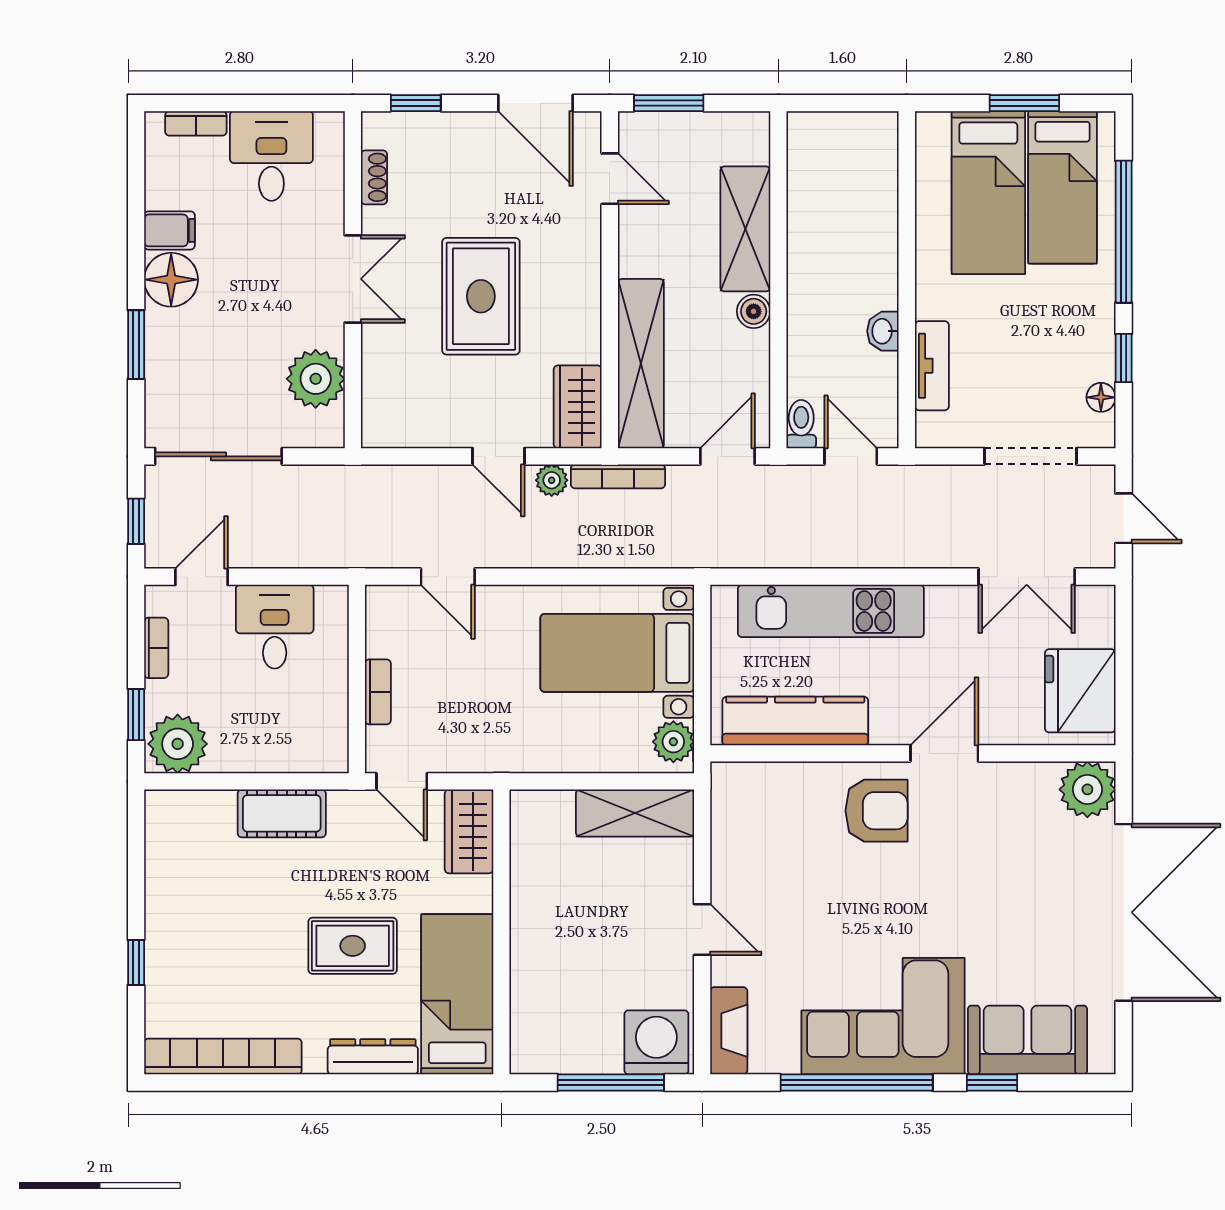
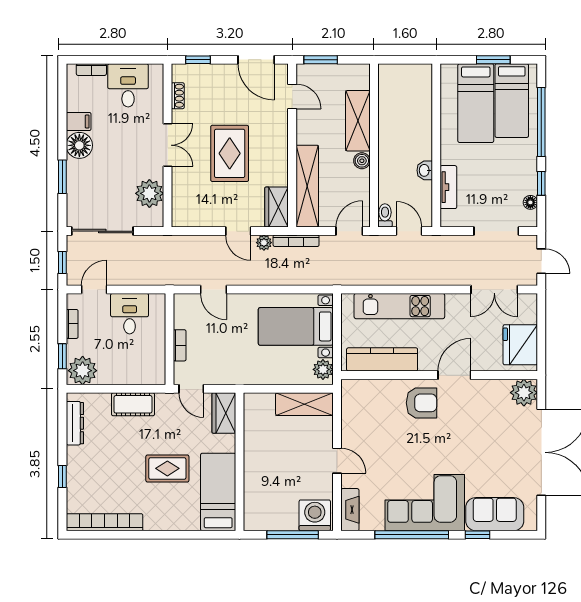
dresser: (373, 1057) -> (75, 423), moved, turned 90

